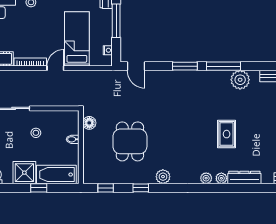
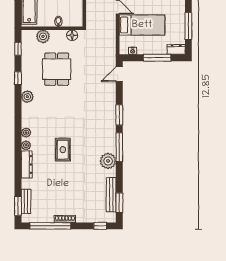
rug: (227, 134) -> (63, 150), turned 90
dining table: (130, 141) -> (57, 69), turned 90
plant: (91, 158) -> (43, 36), added

